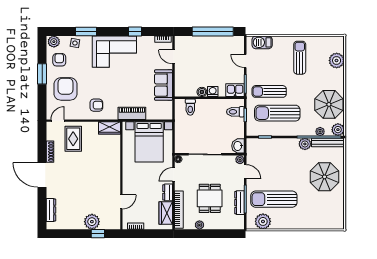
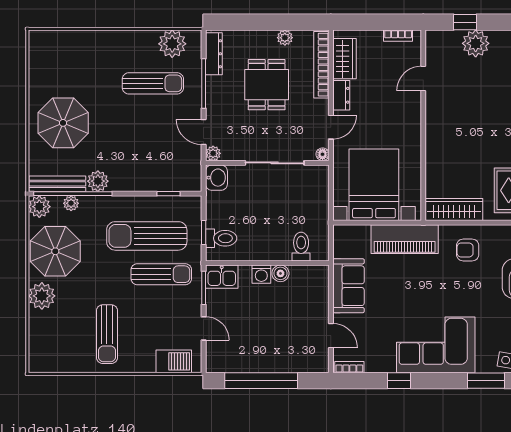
plant: (337, 60) -> (42, 296), moved
piano: (132, 113) -> (405, 239), width x1.37, depth x1.33
sun lounger: (277, 113) -> (147, 236), turned 180
wardrobe: (109, 128) -> (454, 210), width x1.50
sun lounger: (274, 199) -> (153, 83), width x0.73, depth x0.75
dresser: (239, 203) -> (214, 54), moved

